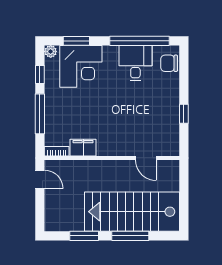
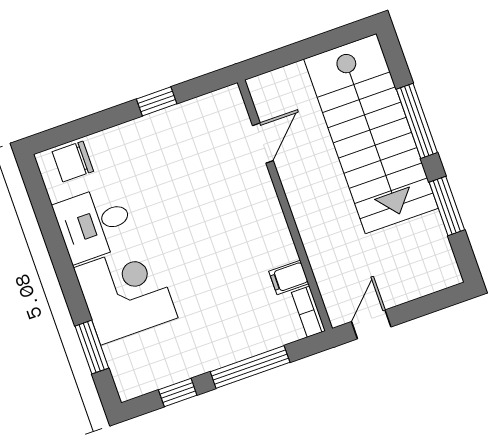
window: (140, 41) -> (51, 231), removed
plant: (51, 51) -> (128, 388), removed
chair: (169, 63) -> (73, 161), turned 90
corner desk: (81, 66) -> (126, 293), moved
filing cabinet: (83, 148) -> (289, 277), width x0.50

